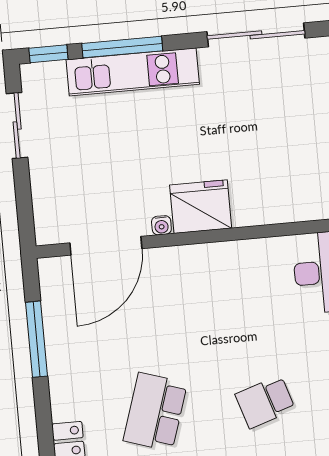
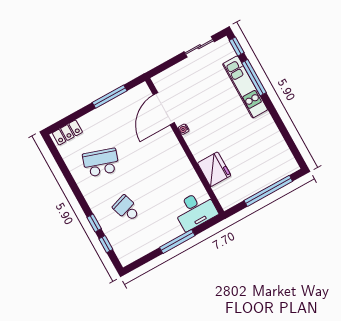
sliding door: (256, 35) -> (285, 134), removed
fridge: (201, 207) -> (214, 169), moved
door: (106, 246) -> (164, 109), hinge flipped

